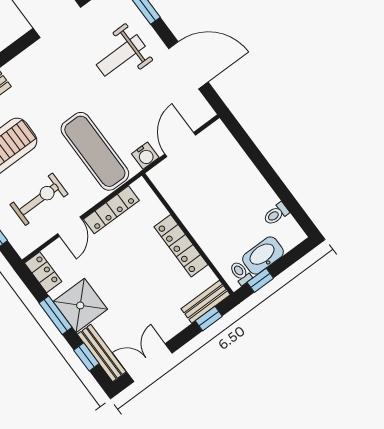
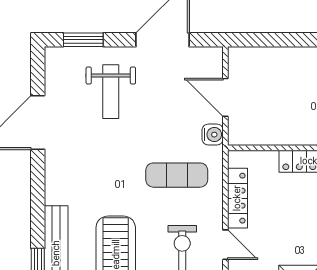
exercise mat: (95, 151) -> (177, 175), width x0.73, depth x0.69

